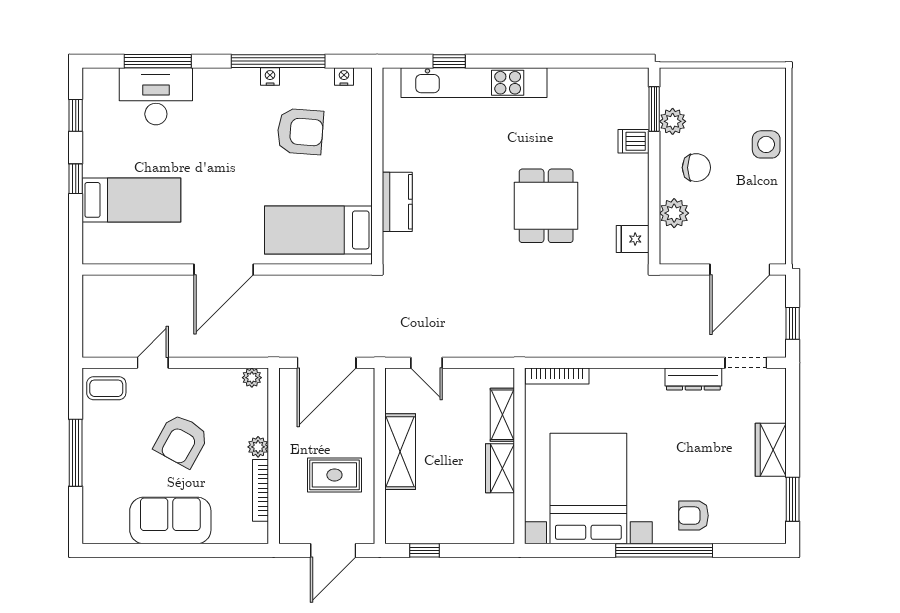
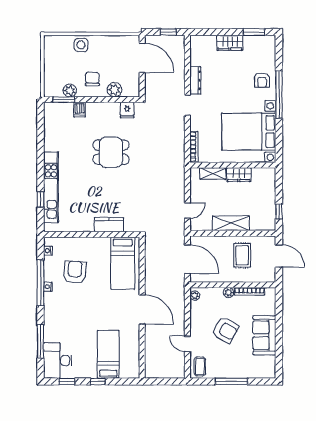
desk: (156, 96) -> (58, 361), moved
doorway: (746, 363) -> (187, 105), moved

